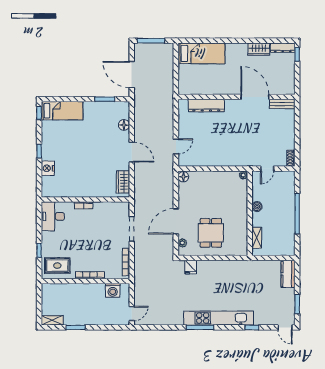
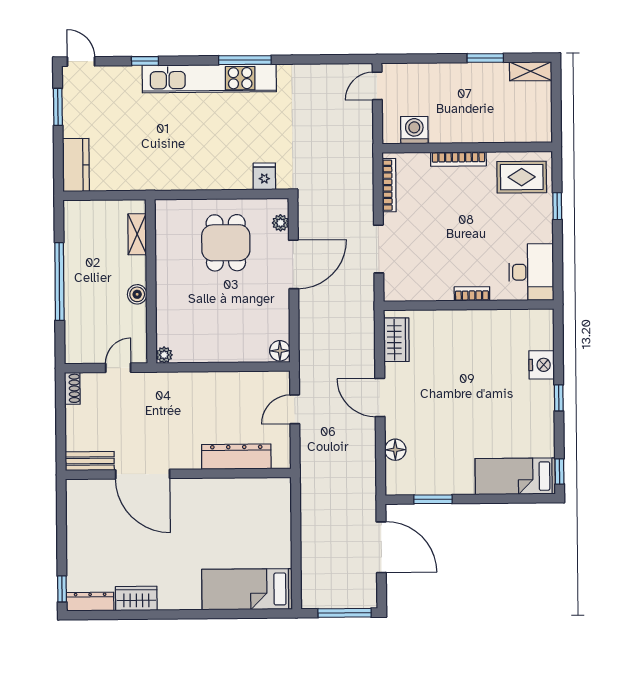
wall: (236, 97) -> (178, 474), moved
door: (255, 97) -> (143, 474), moved
bench: (282, 104) -> (90, 461), moved
dresser: (206, 106) -> (236, 457), moved

